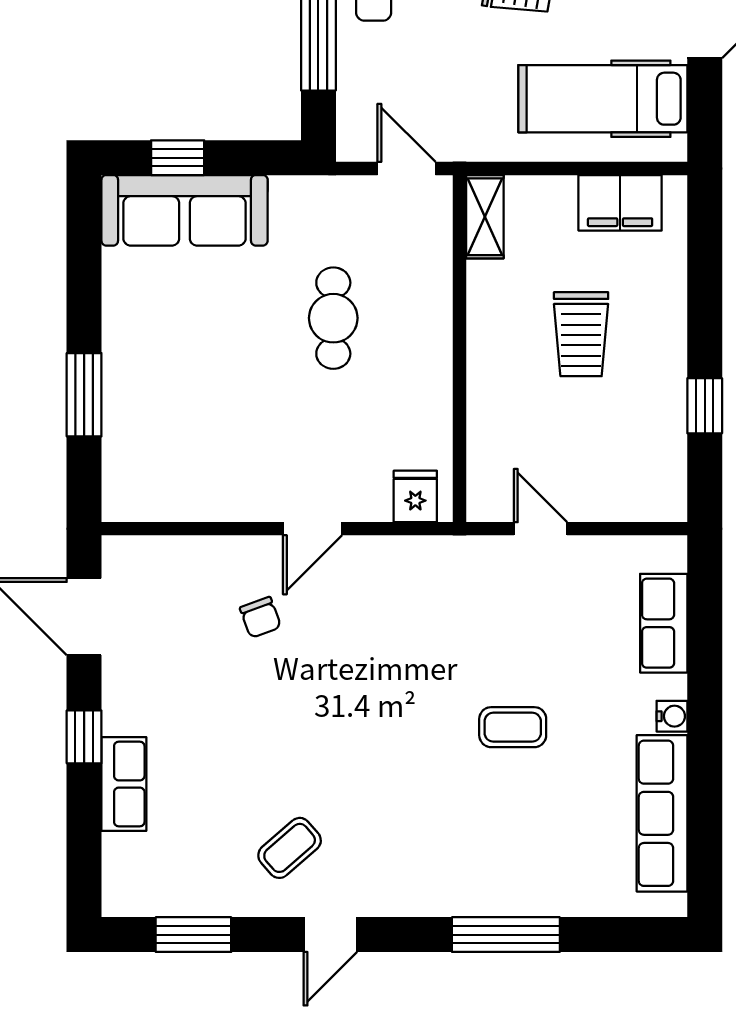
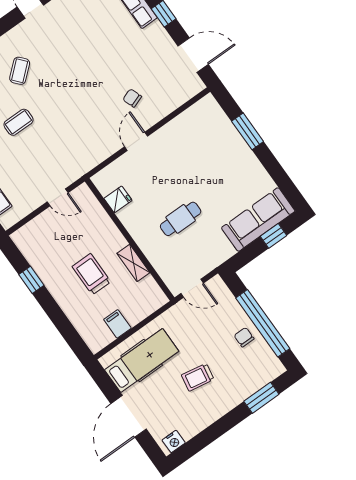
filing cabinet: (620, 203) -> (117, 324), width x0.50
shelving: (485, 217) -> (133, 263), moved
cafe table: (333, 318) -> (181, 219), turned 90
fridge: (415, 496) -> (118, 199), moved, turned -90
coffee table: (290, 848) -> (20, 71), moved

